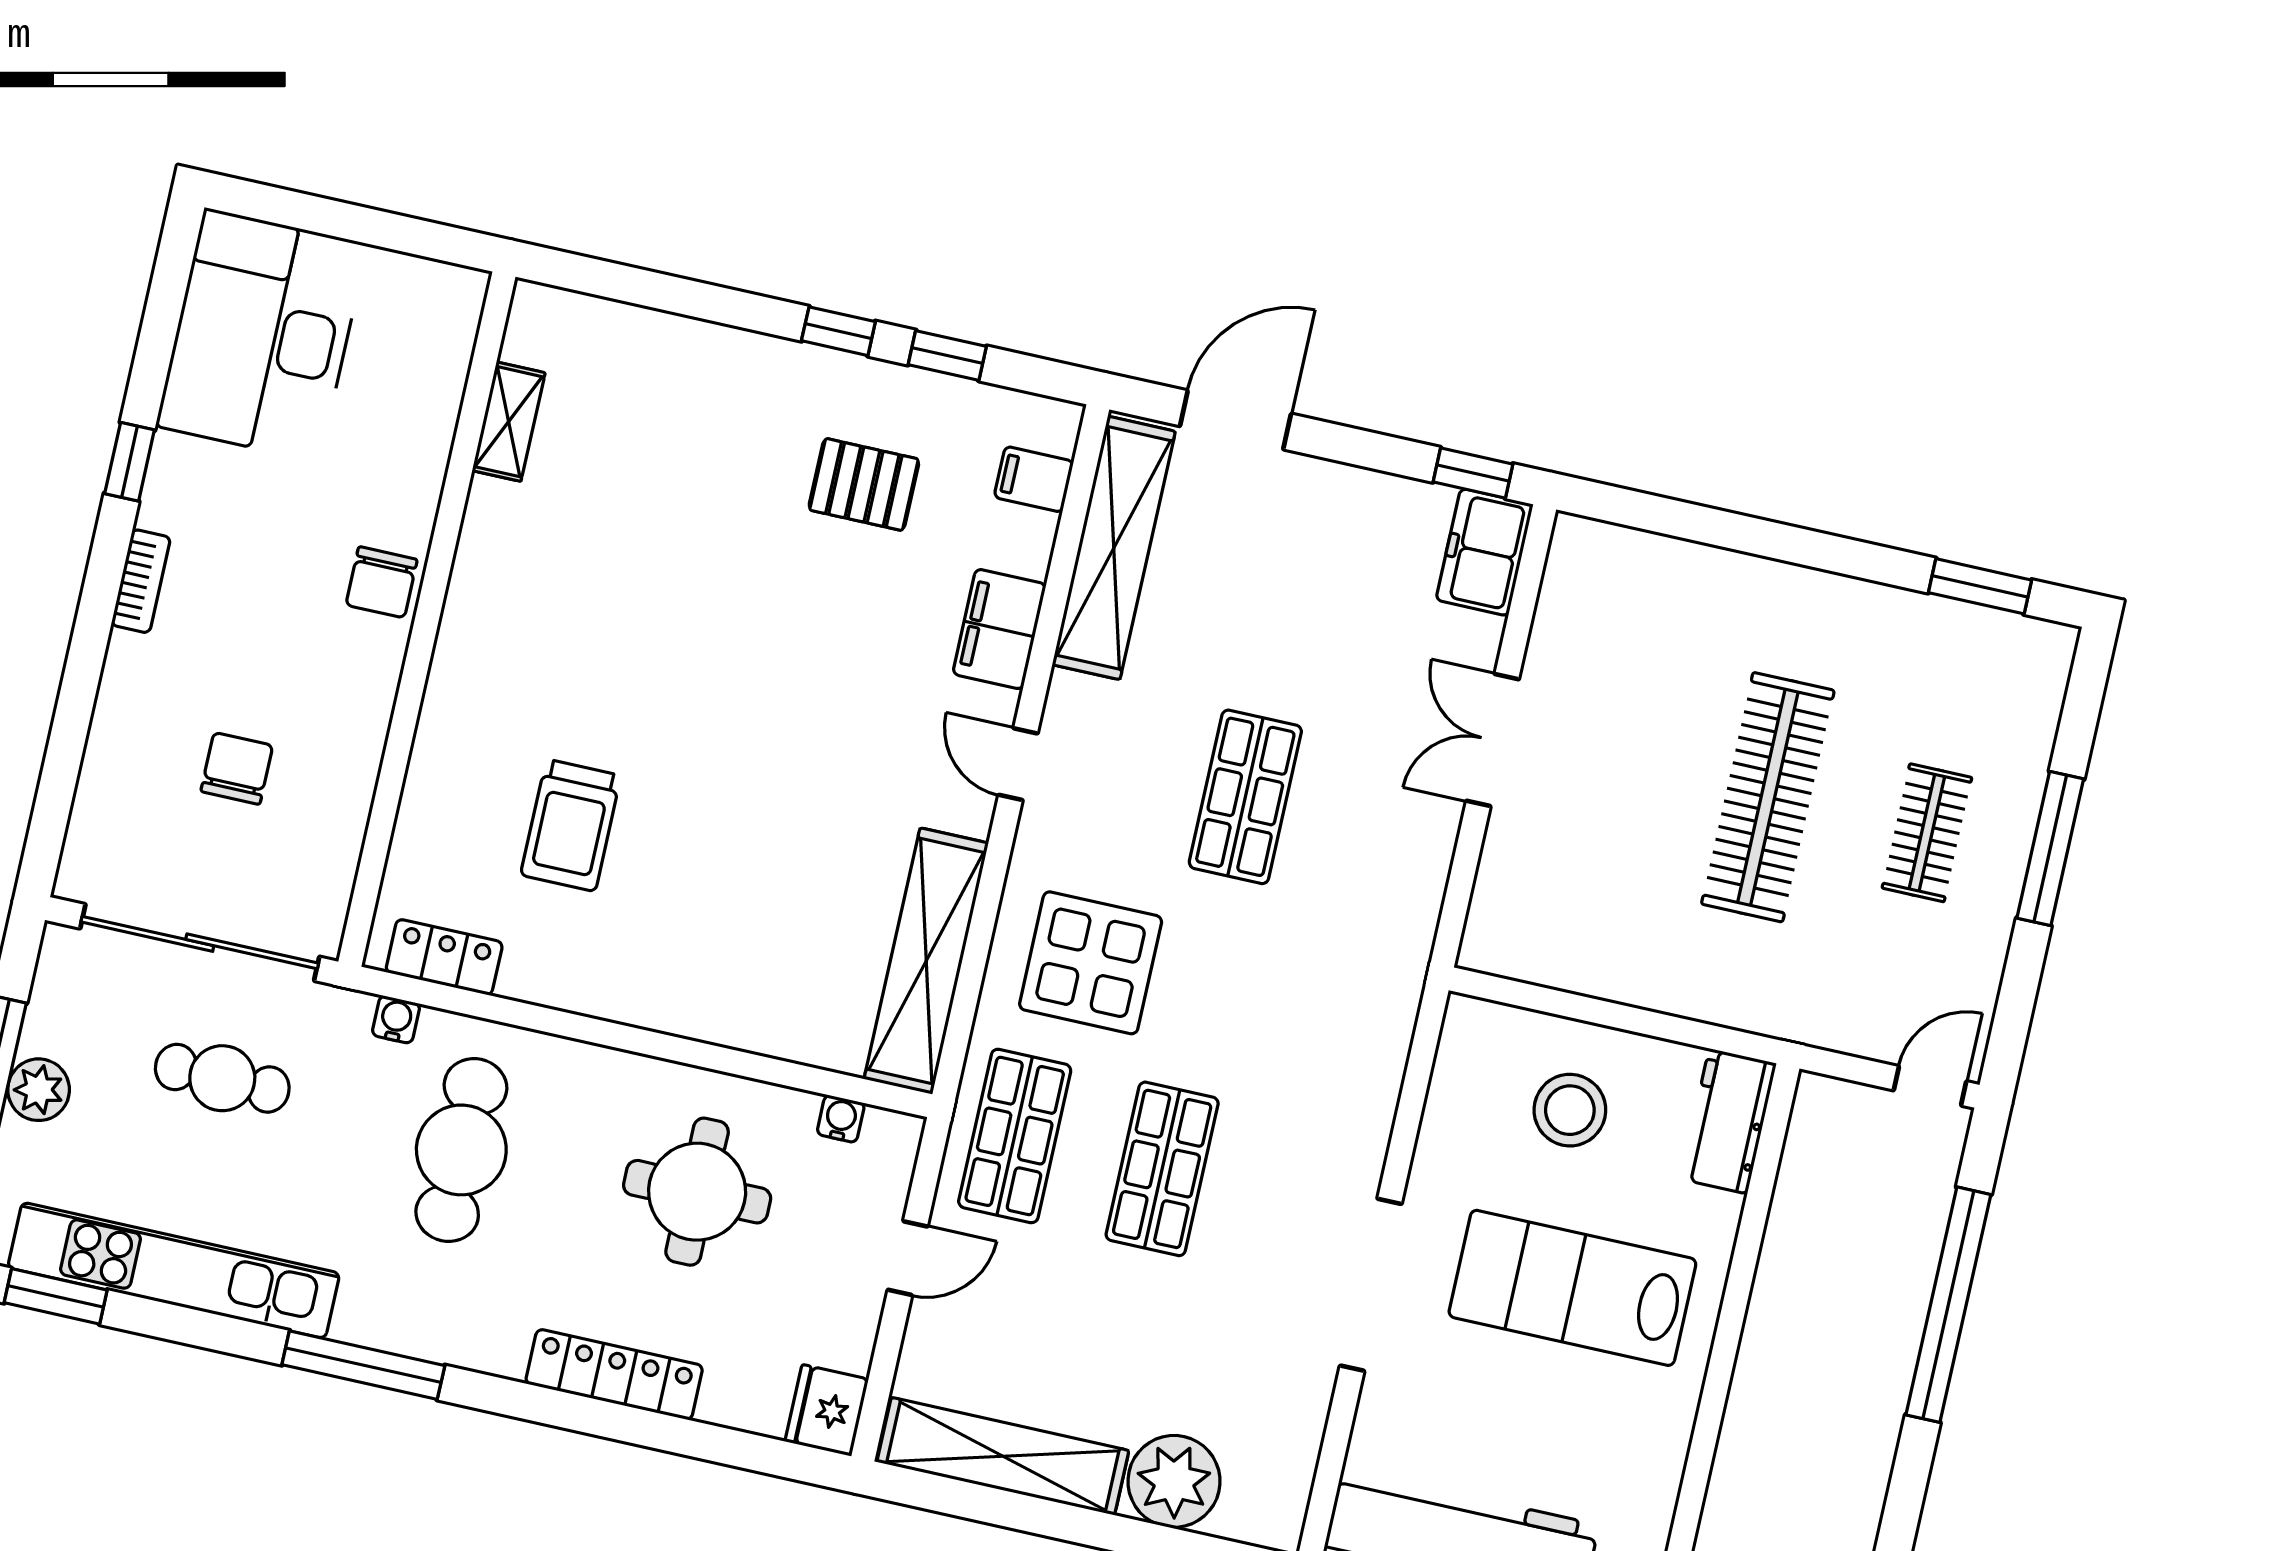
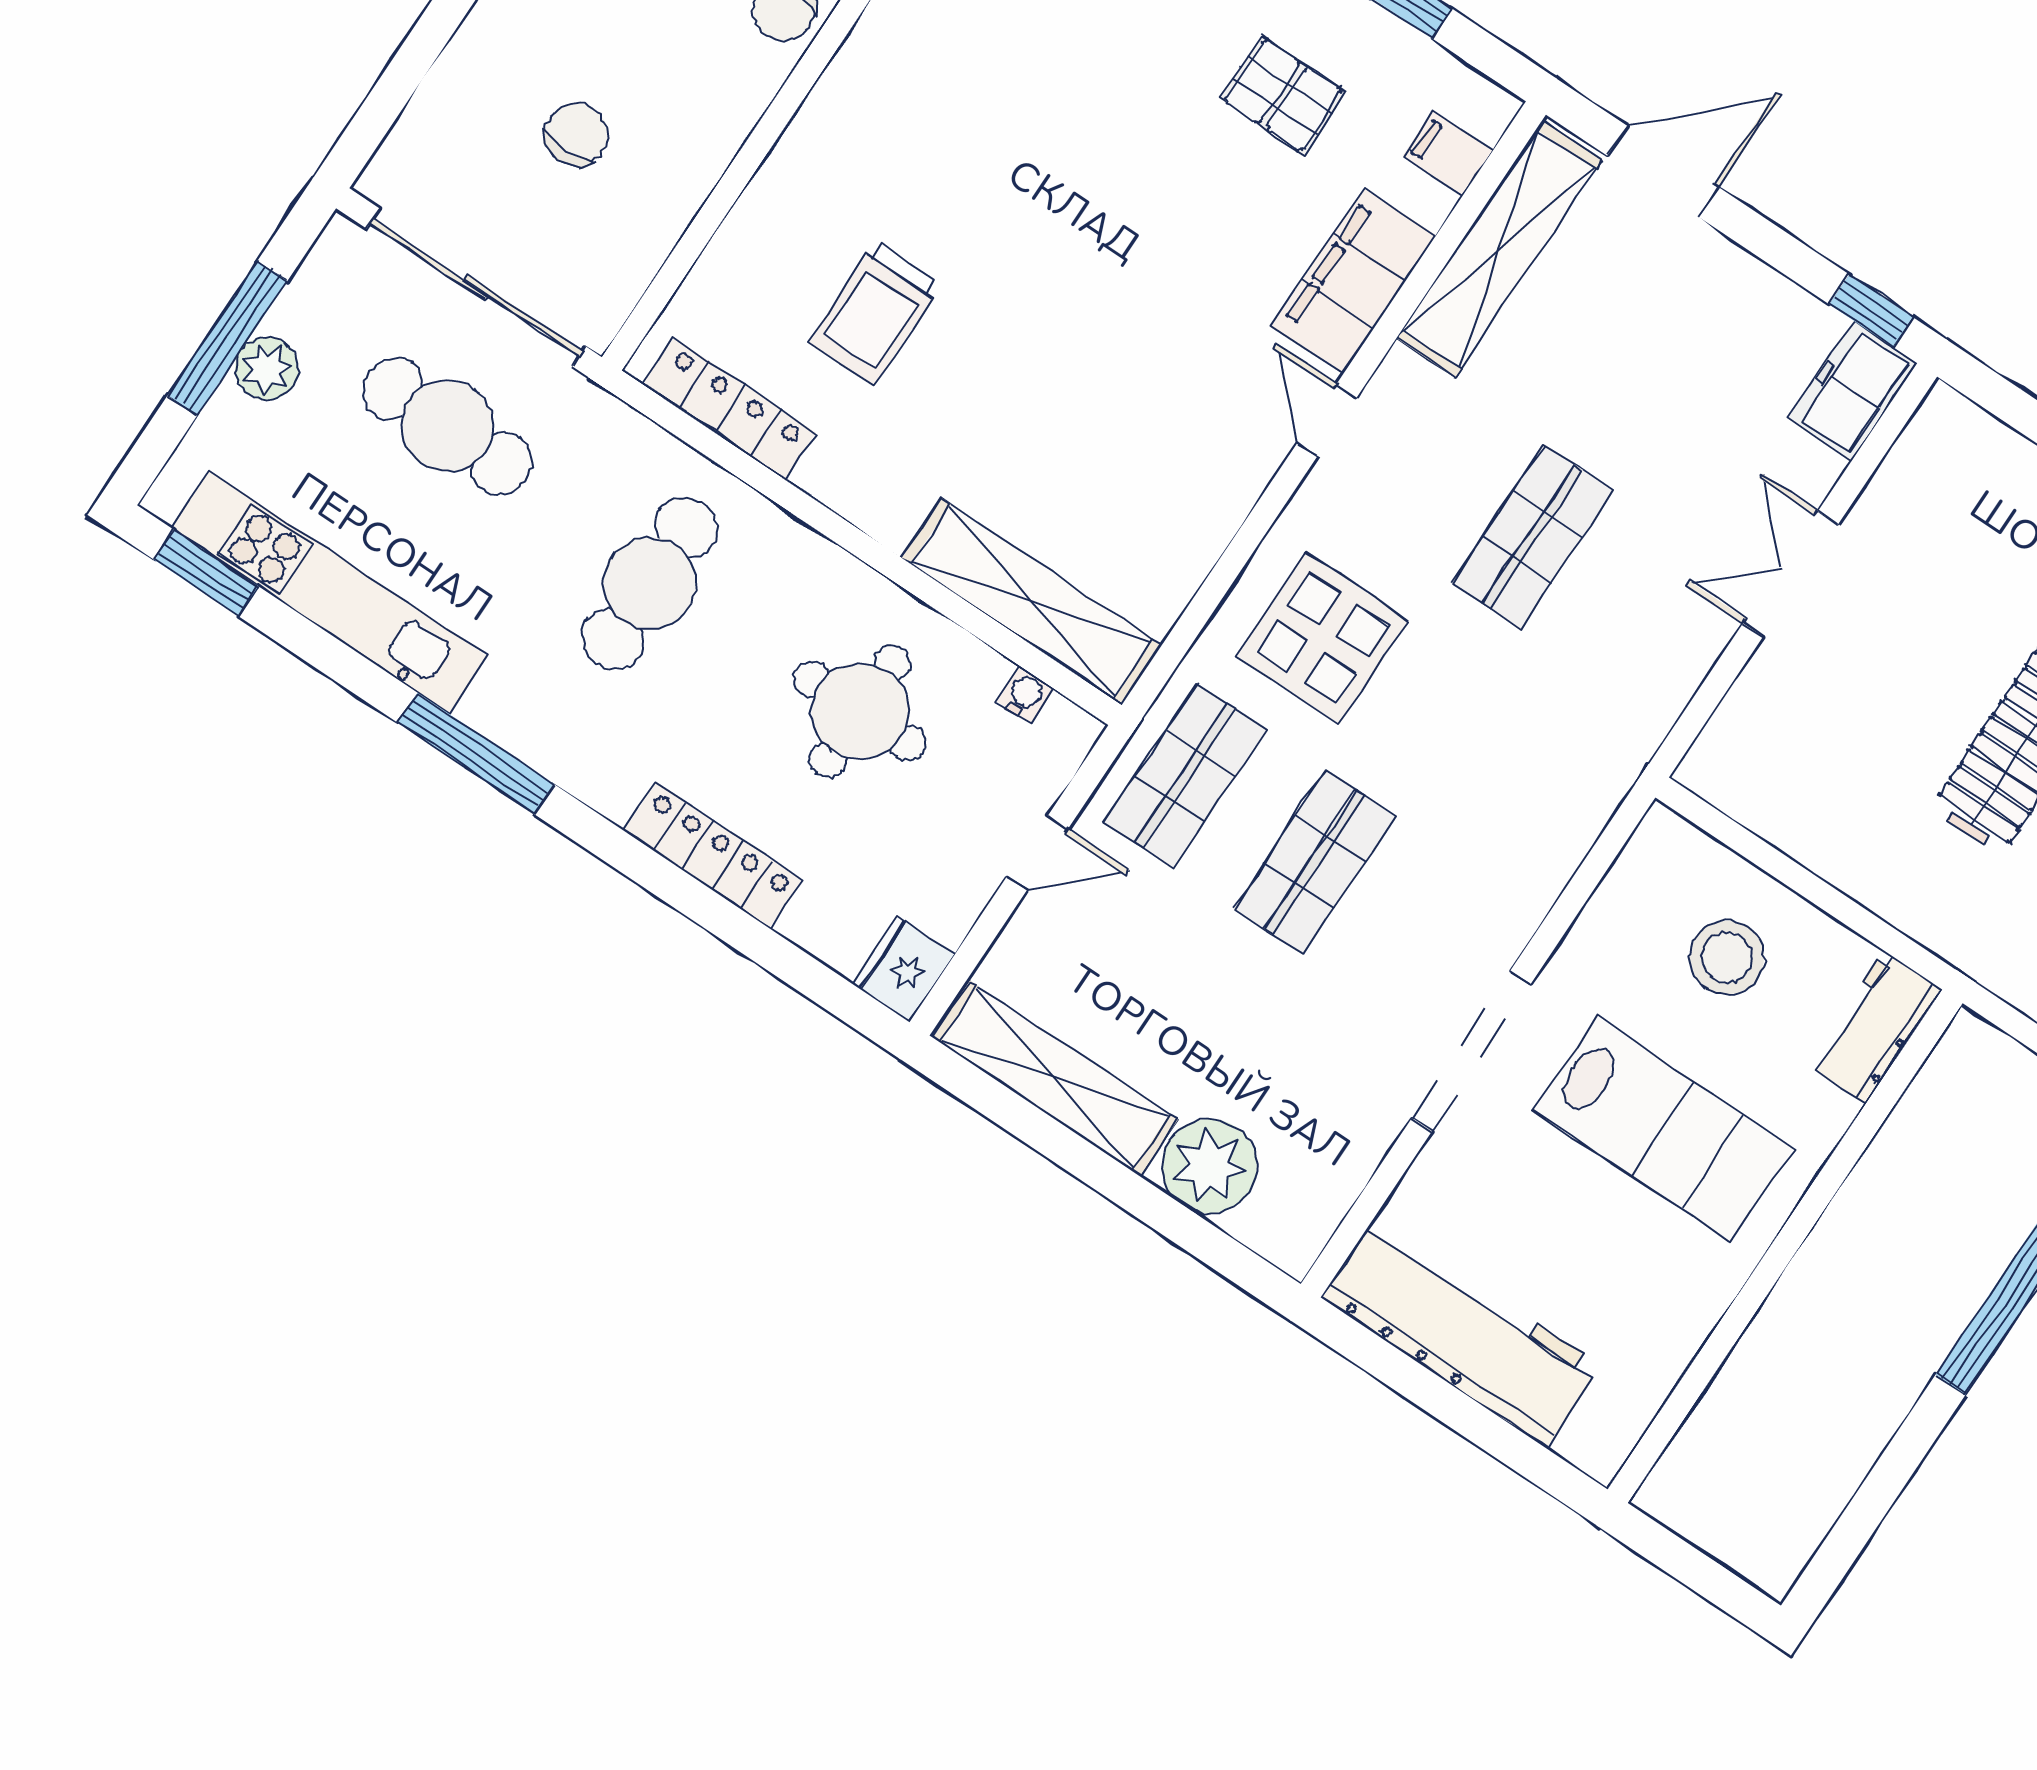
filing cabinet: (999, 629) -> (1354, 281), width x1.50, depth x1.17
locker: (444, 957) -> (729, 409), width x1.53
shelving: (926, 961) -> (1032, 602), moved, turned 90
water cooler: (396, 1019) -> (635, 434), removed
cafe table: (222, 1078) -> (447, 426), width x1.37, depth x1.35
lab bench: (1572, 1288) -> (1663, 1129), turned 180

